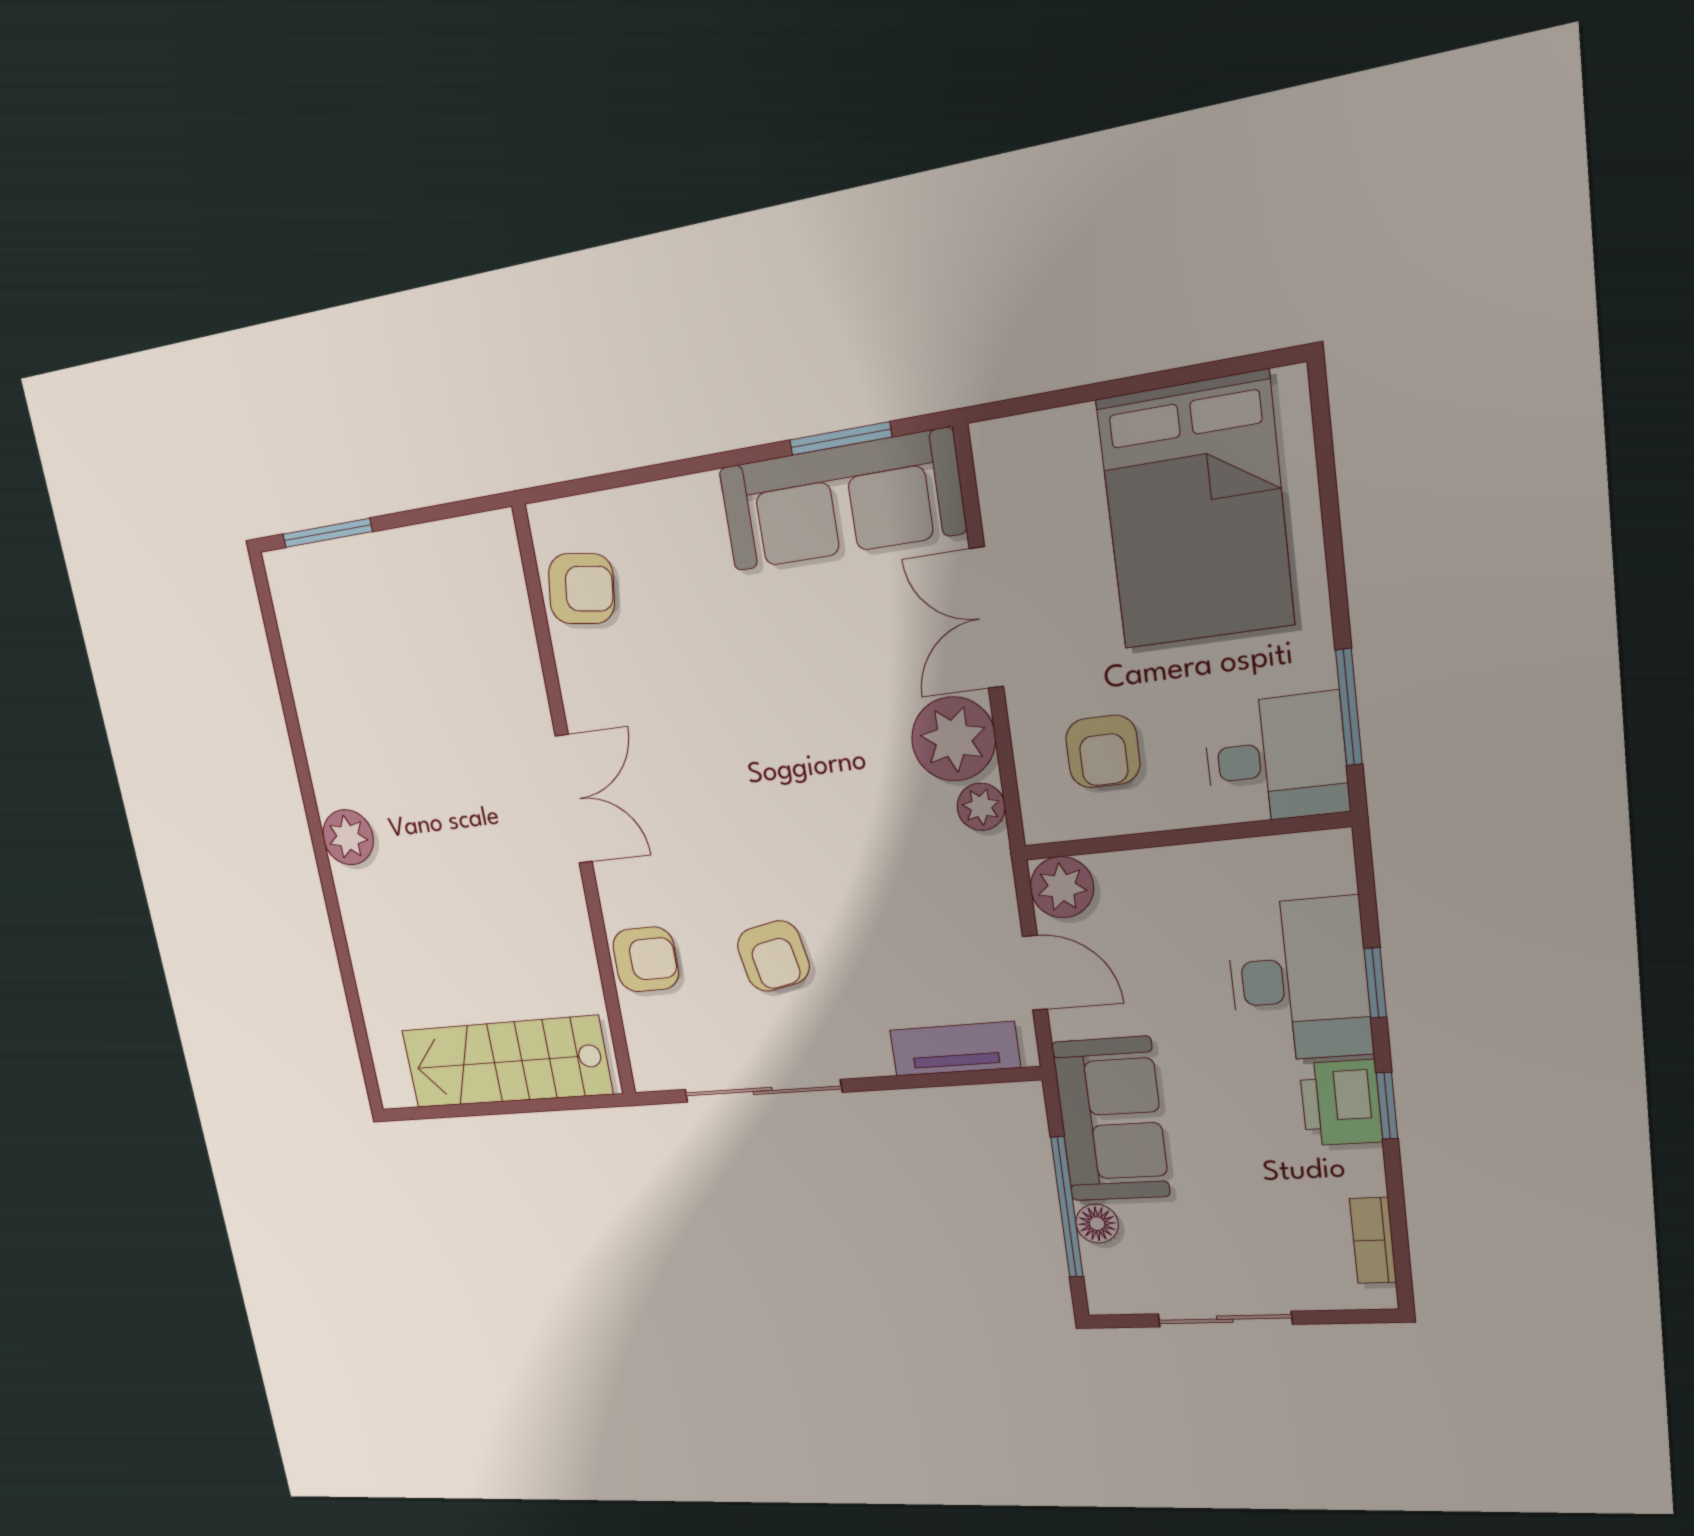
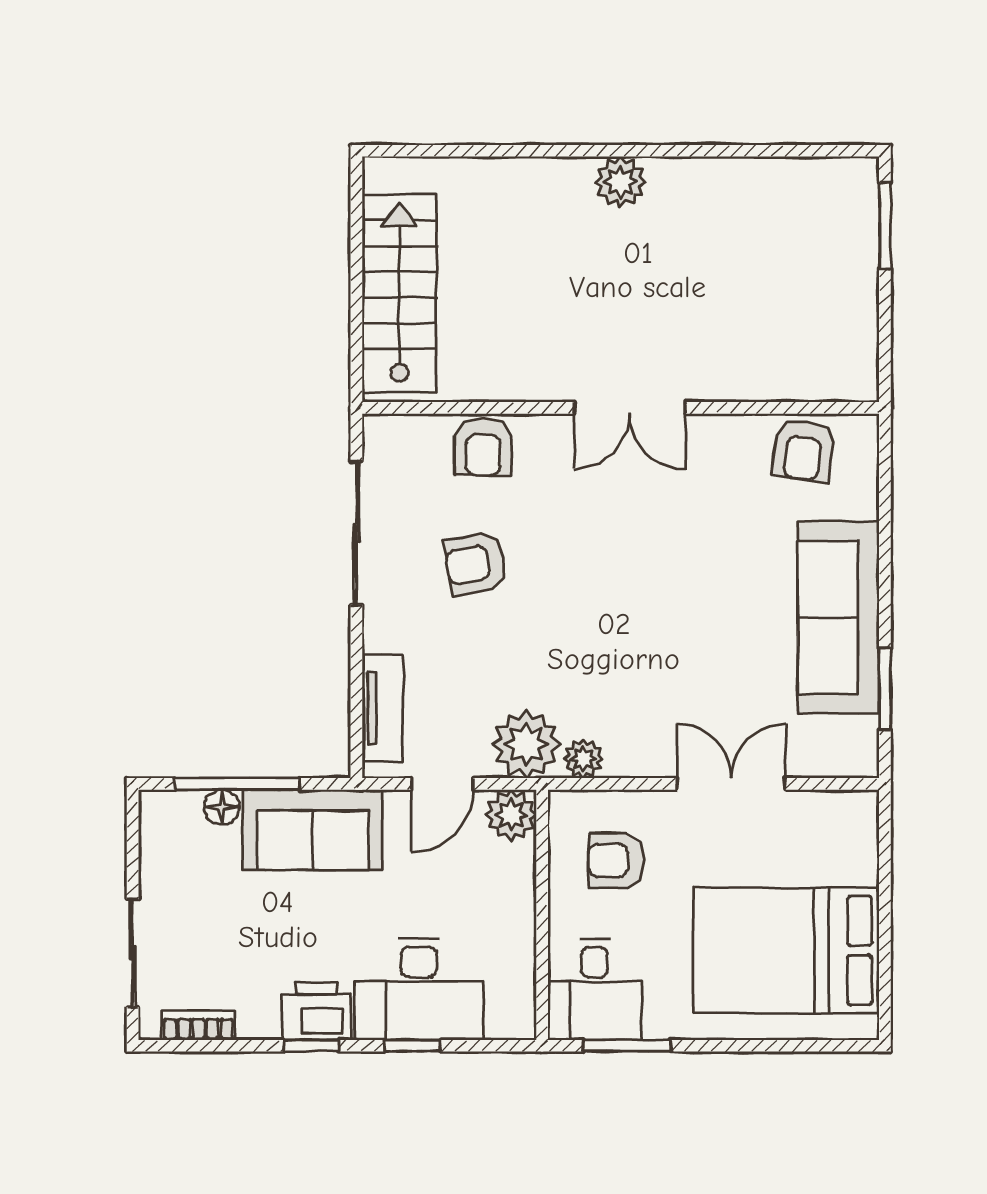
sofa: (841, 500) -> (838, 618), moved
plant: (953, 739) -> (526, 744), moved
sliding door: (1225, 1319) -> (133, 953), moved

